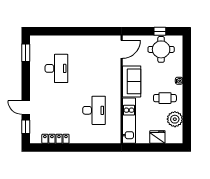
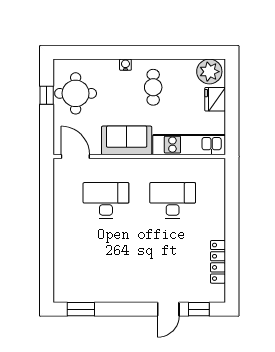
desk: (56, 68) -> (106, 200), moved
plant: (175, 119) -> (209, 72), moved

